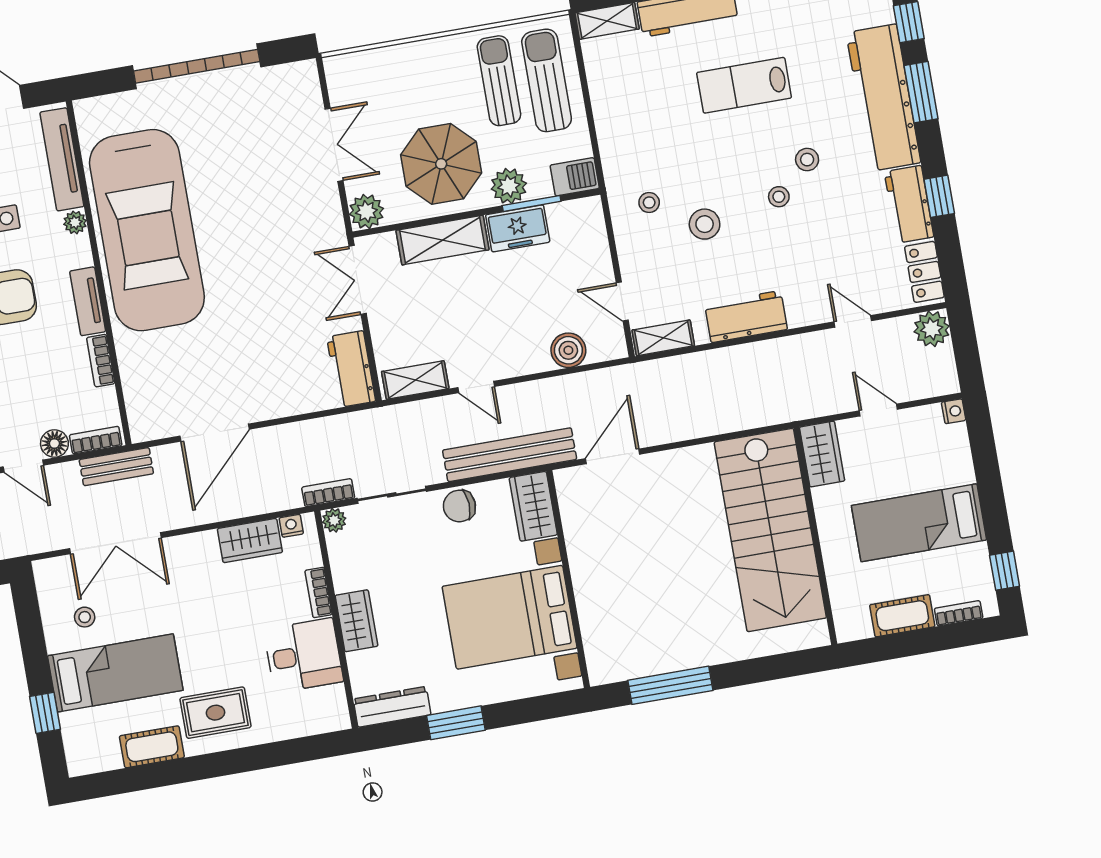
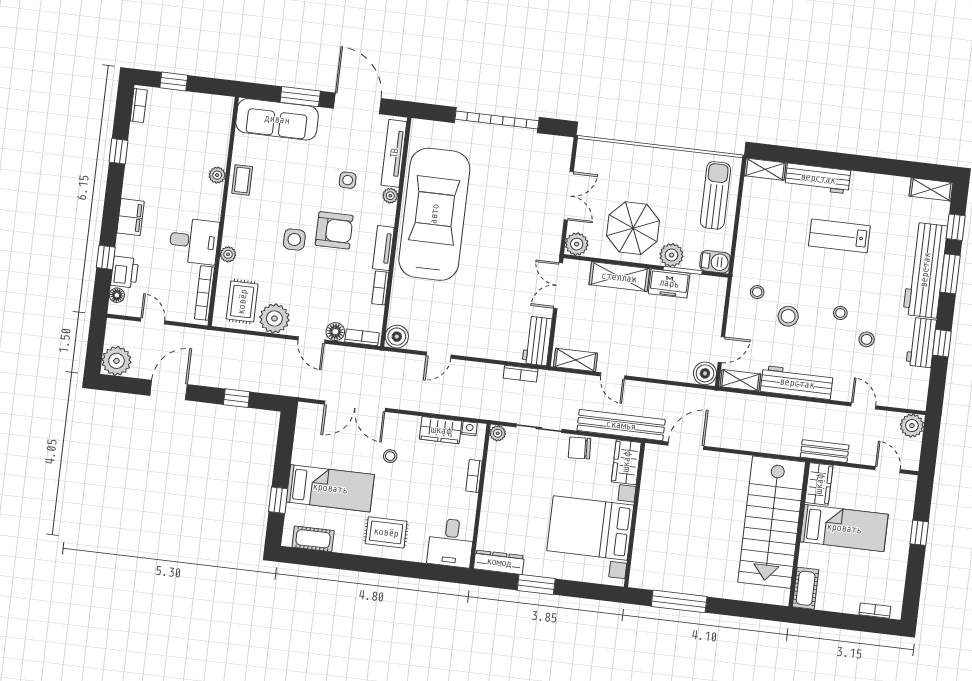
sun lounger: (499, 81) -> (685, 187), removed
stool: (807, 160) -> (867, 339), moved
car: (147, 230) -> (434, 214), turned 180
locker: (924, 272) -> (918, 388), removed
door: (622, 302) -> (721, 350), swing flipped
workbench: (746, 317) -> (797, 383), width x1.38
boiler: (568, 350) -> (705, 373), moved
door: (878, 410) -> (888, 470), moved
nightstand: (954, 411) -> (910, 482), removed
boiler: (146, 424) -> (397, 337), added
door: (215, 433) -> (439, 355), width x0.53
bench: (116, 467) -> (825, 451), moved
bookcase: (328, 493) -> (521, 374), moved, turned 180
bed: (919, 523) -> (844, 528), moved, turned 180
window: (1005, 571) -> (919, 533), moved
cot: (902, 616) -> (806, 588), moved, turned 90
stool: (85, 617) -> (390, 456), moved
wardrobe: (356, 621) -> (493, 501), removed
desk: (303, 655) -> (451, 543), moved, turned 90
cot: (152, 747) -> (313, 539), moved

